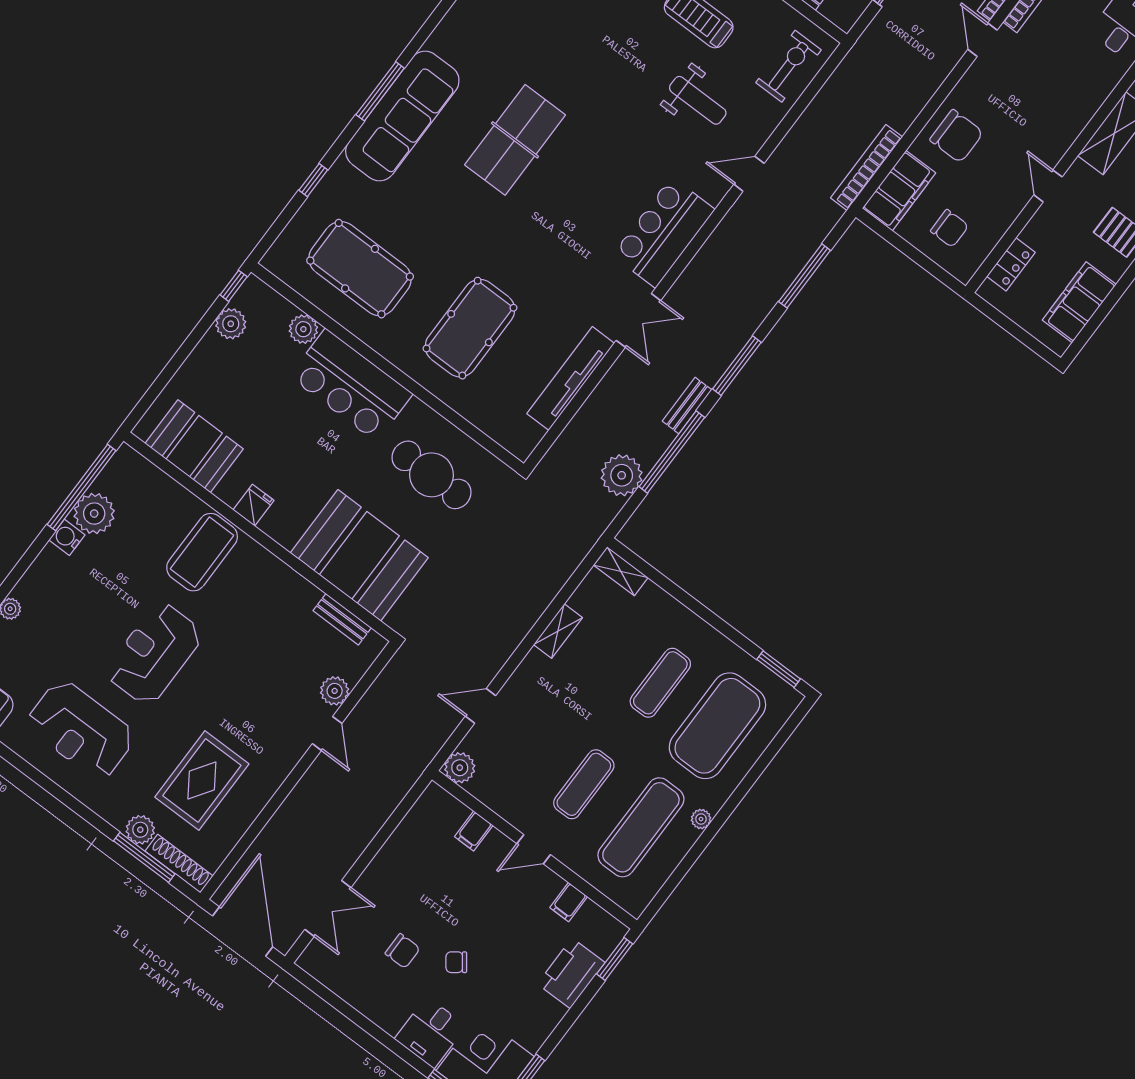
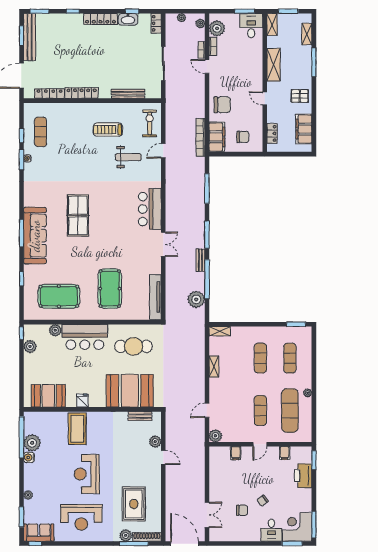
door: (749, 174) -> (163, 151), moved
tv unit: (571, 378) -> (155, 297), moved
exercise mat: (717, 726) -> (290, 358), width x0.50, depth x0.69

